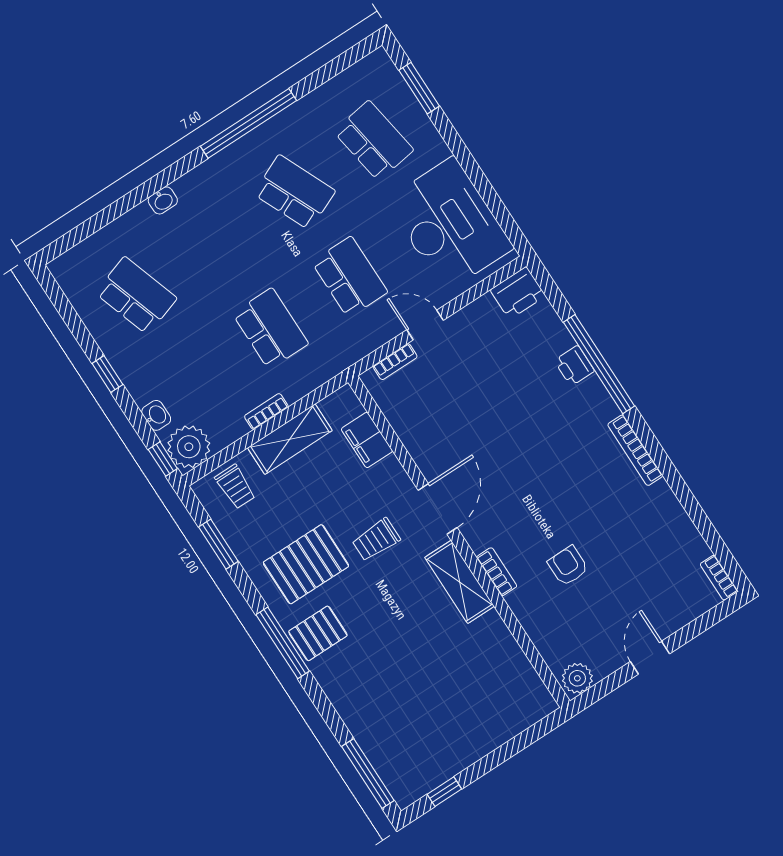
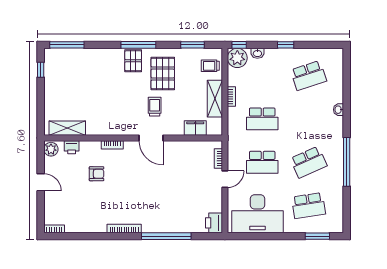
printer: (574, 366) -> (72, 147), moved, turned 180
shelving: (459, 582) -> (67, 128), moved

